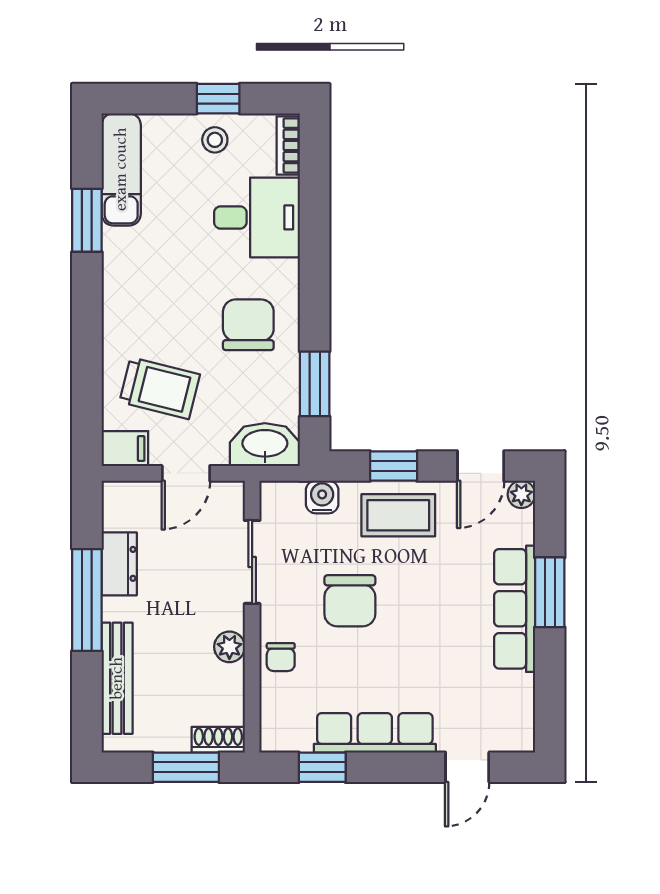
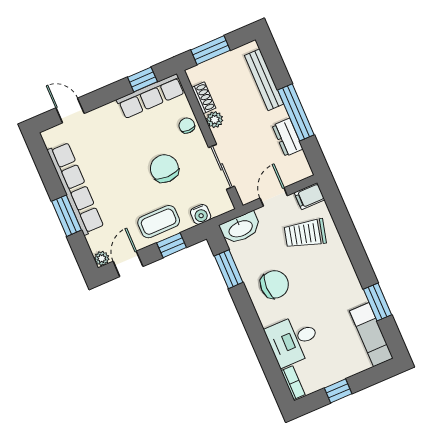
stool: (215, 140) -> (331, 370), removed
chair: (248, 325) -> (274, 284), turned -90
row of seats: (515, 609) -> (75, 188), width x1.36
row of seats: (375, 733) -> (151, 96), moved
shoe rack: (218, 740) -> (204, 98), moved, turned -90
door: (467, 767) -> (70, 111), hinge flipped

